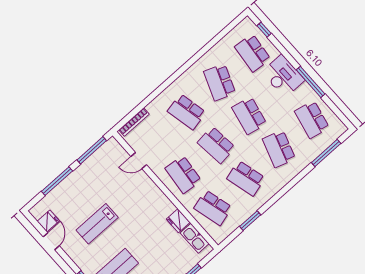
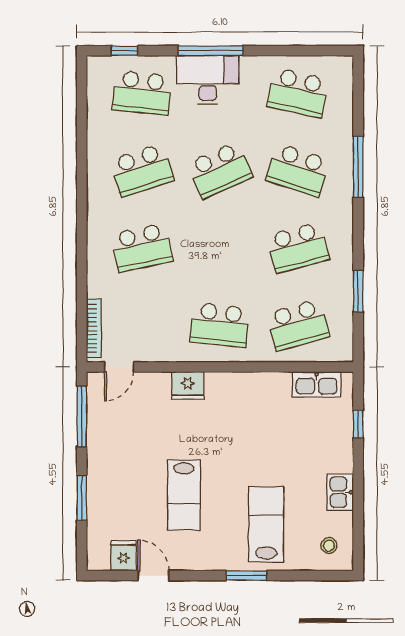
school desk: (220, 82) -> (142, 170), turned -39
window: (311, 82) -> (211, 51), moved
school desk: (249, 116) -> (220, 170), turned -36
school desk: (216, 145) -> (220, 248), removed
window: (326, 153) -> (358, 167), moved
door: (139, 161) -> (119, 367), moved
window: (57, 181) -> (82, 498), width x0.69
fridge: (178, 221) -> (188, 385), moved

